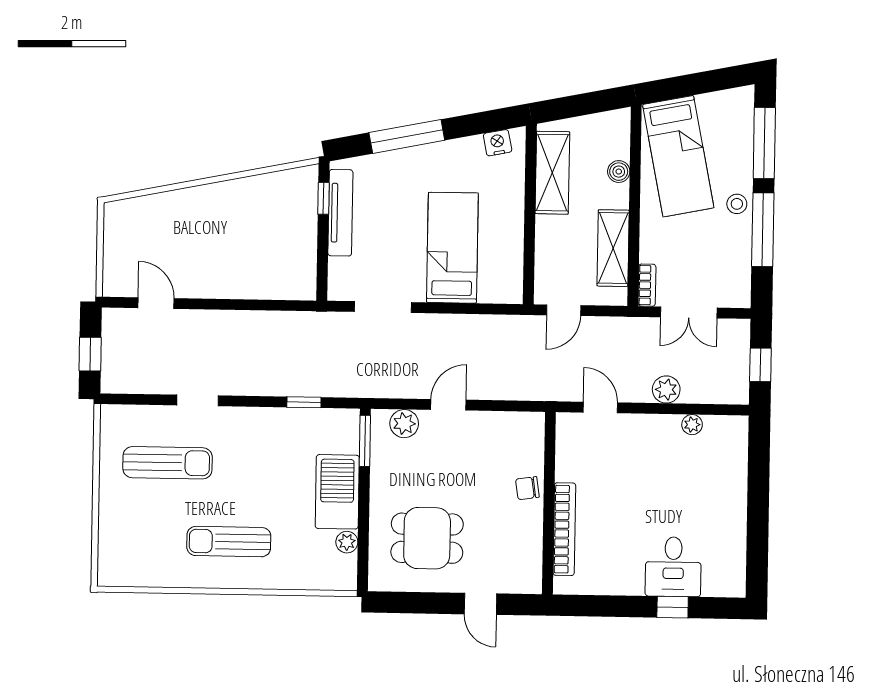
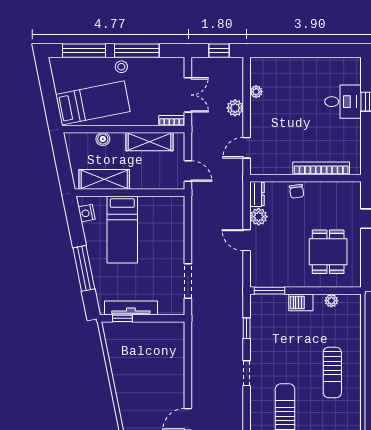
bed: (452, 248) -> (122, 230), moved, turned -90
doorway: (198, 400) -> (247, 373), moved
dresser: (524, 423) -> (257, 194), added
plant: (404, 424) -> (259, 217), moved
barbecue: (337, 492) -> (301, 302), width x0.53, depth x0.65

